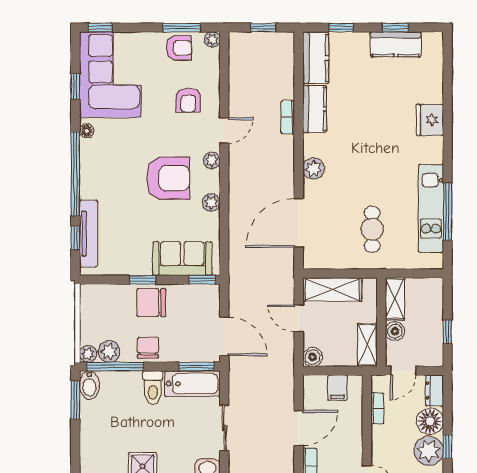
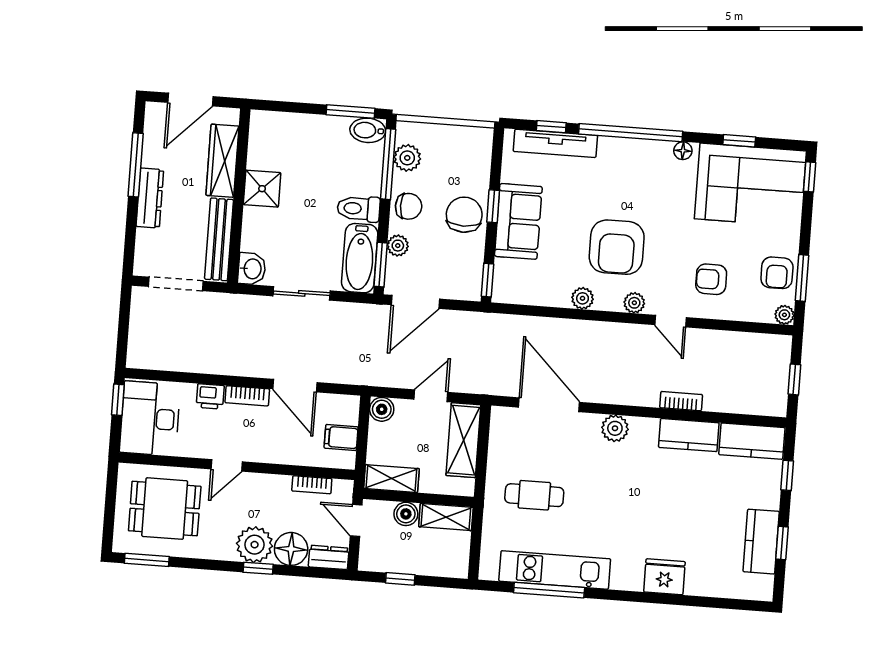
sofa: (182, 259) -> (518, 221), moved
plant: (88, 354) -> (398, 246), moved

